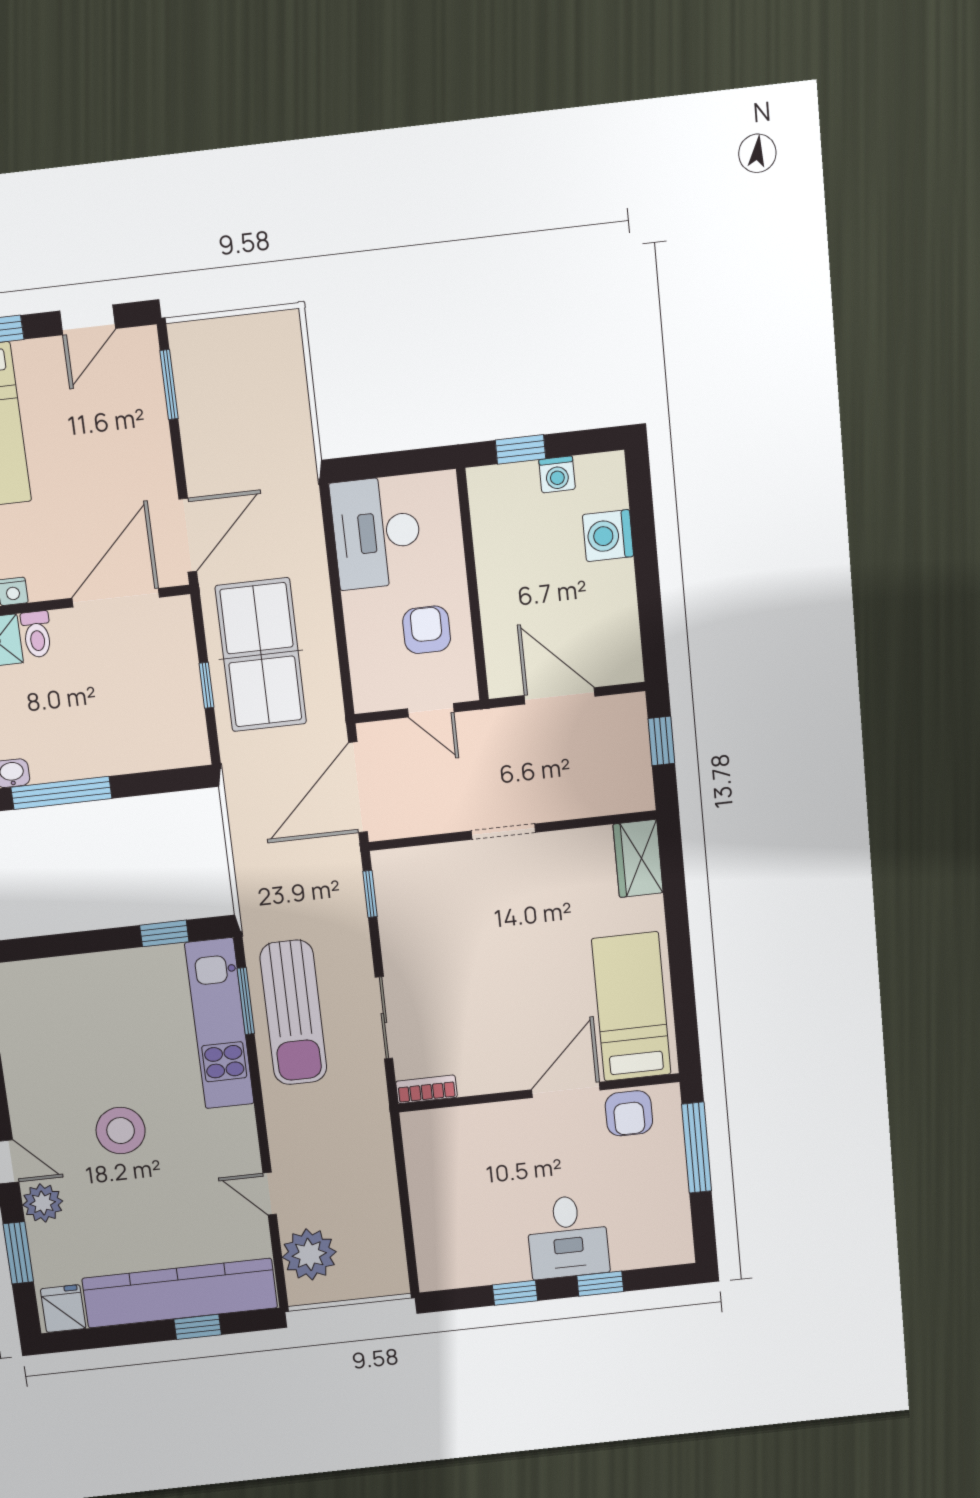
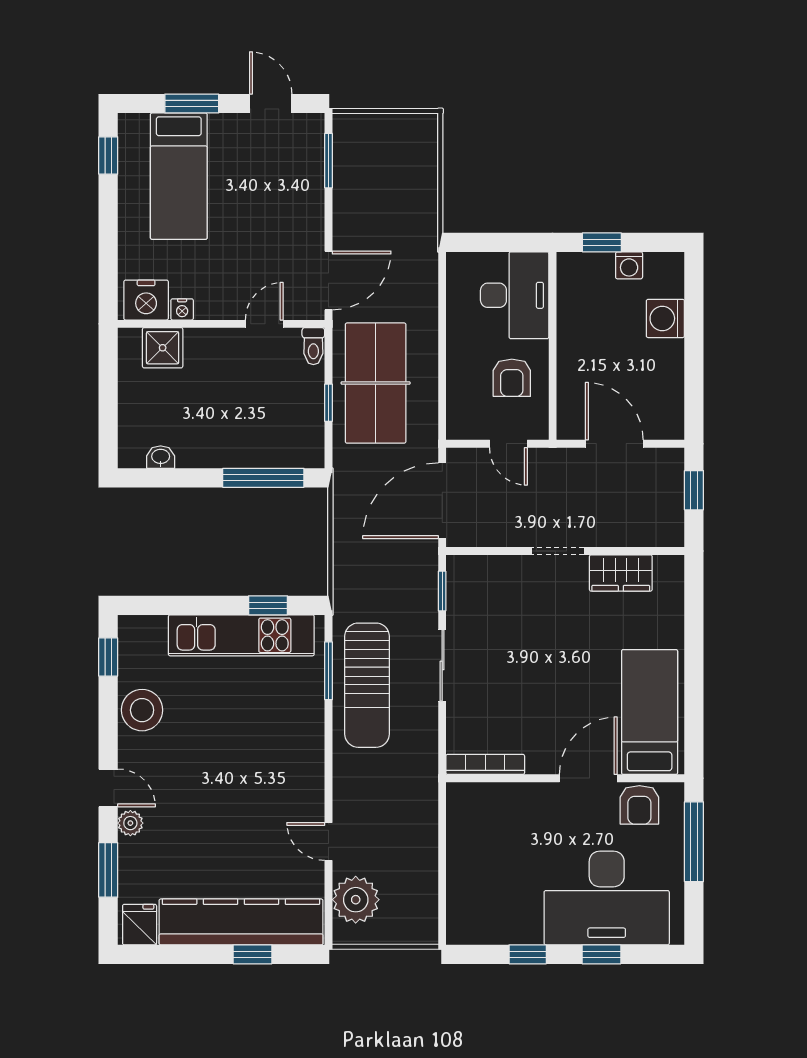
door: (88, 320) -> (271, 104), swing flipped
desk: (377, 533) -> (515, 295), moved, turned 180
door: (116, 598) -> (264, 324), width x0.53
armchair: (427, 630) -> (512, 378), turned 180
toilet: (37, 634) -> (313, 346), moved
window: (61, 793) -> (263, 478), moved
wardrobe: (638, 859) -> (621, 573), moved, turned -90
sliding door: (384, 1018) -> (442, 665), moved
kitchen unit: (219, 1024) -> (241, 635), moved, turned -90
bookcase: (426, 1089) -> (485, 764), width x1.56
stool: (121, 1131) -> (142, 710), moved
plant: (43, 1203) -> (130, 823), width x0.73, depth x0.73
desk: (568, 1237) -> (607, 898), width x1.87, depth x1.30

